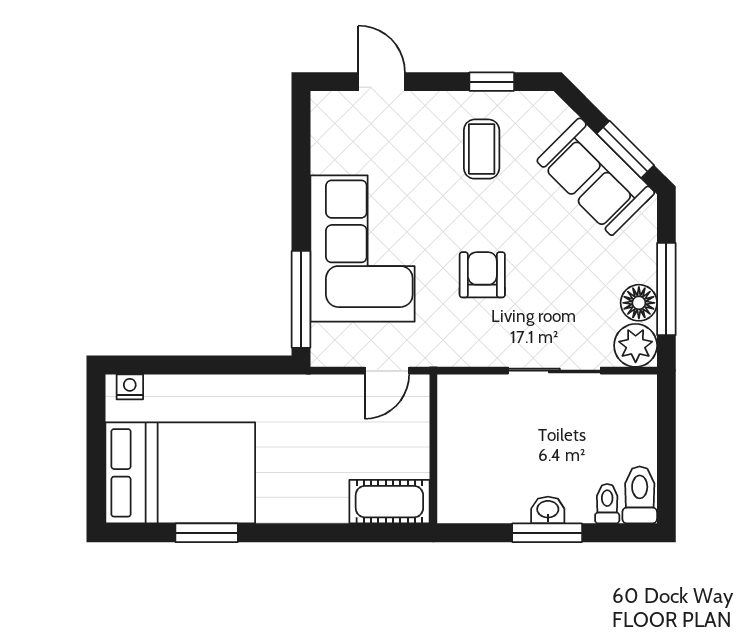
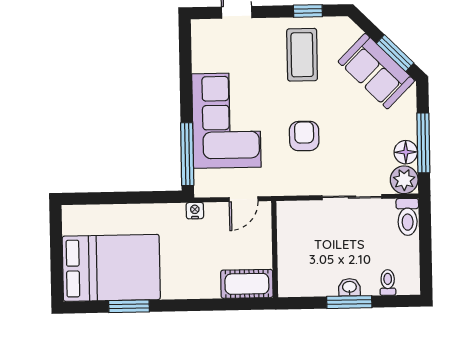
coffee table: (482, 149) -> (302, 55), width x1.36, depth x1.30
nightstand: (130, 387) -> (195, 211), moved
toilet: (640, 495) -> (408, 217), moved, turned 180

